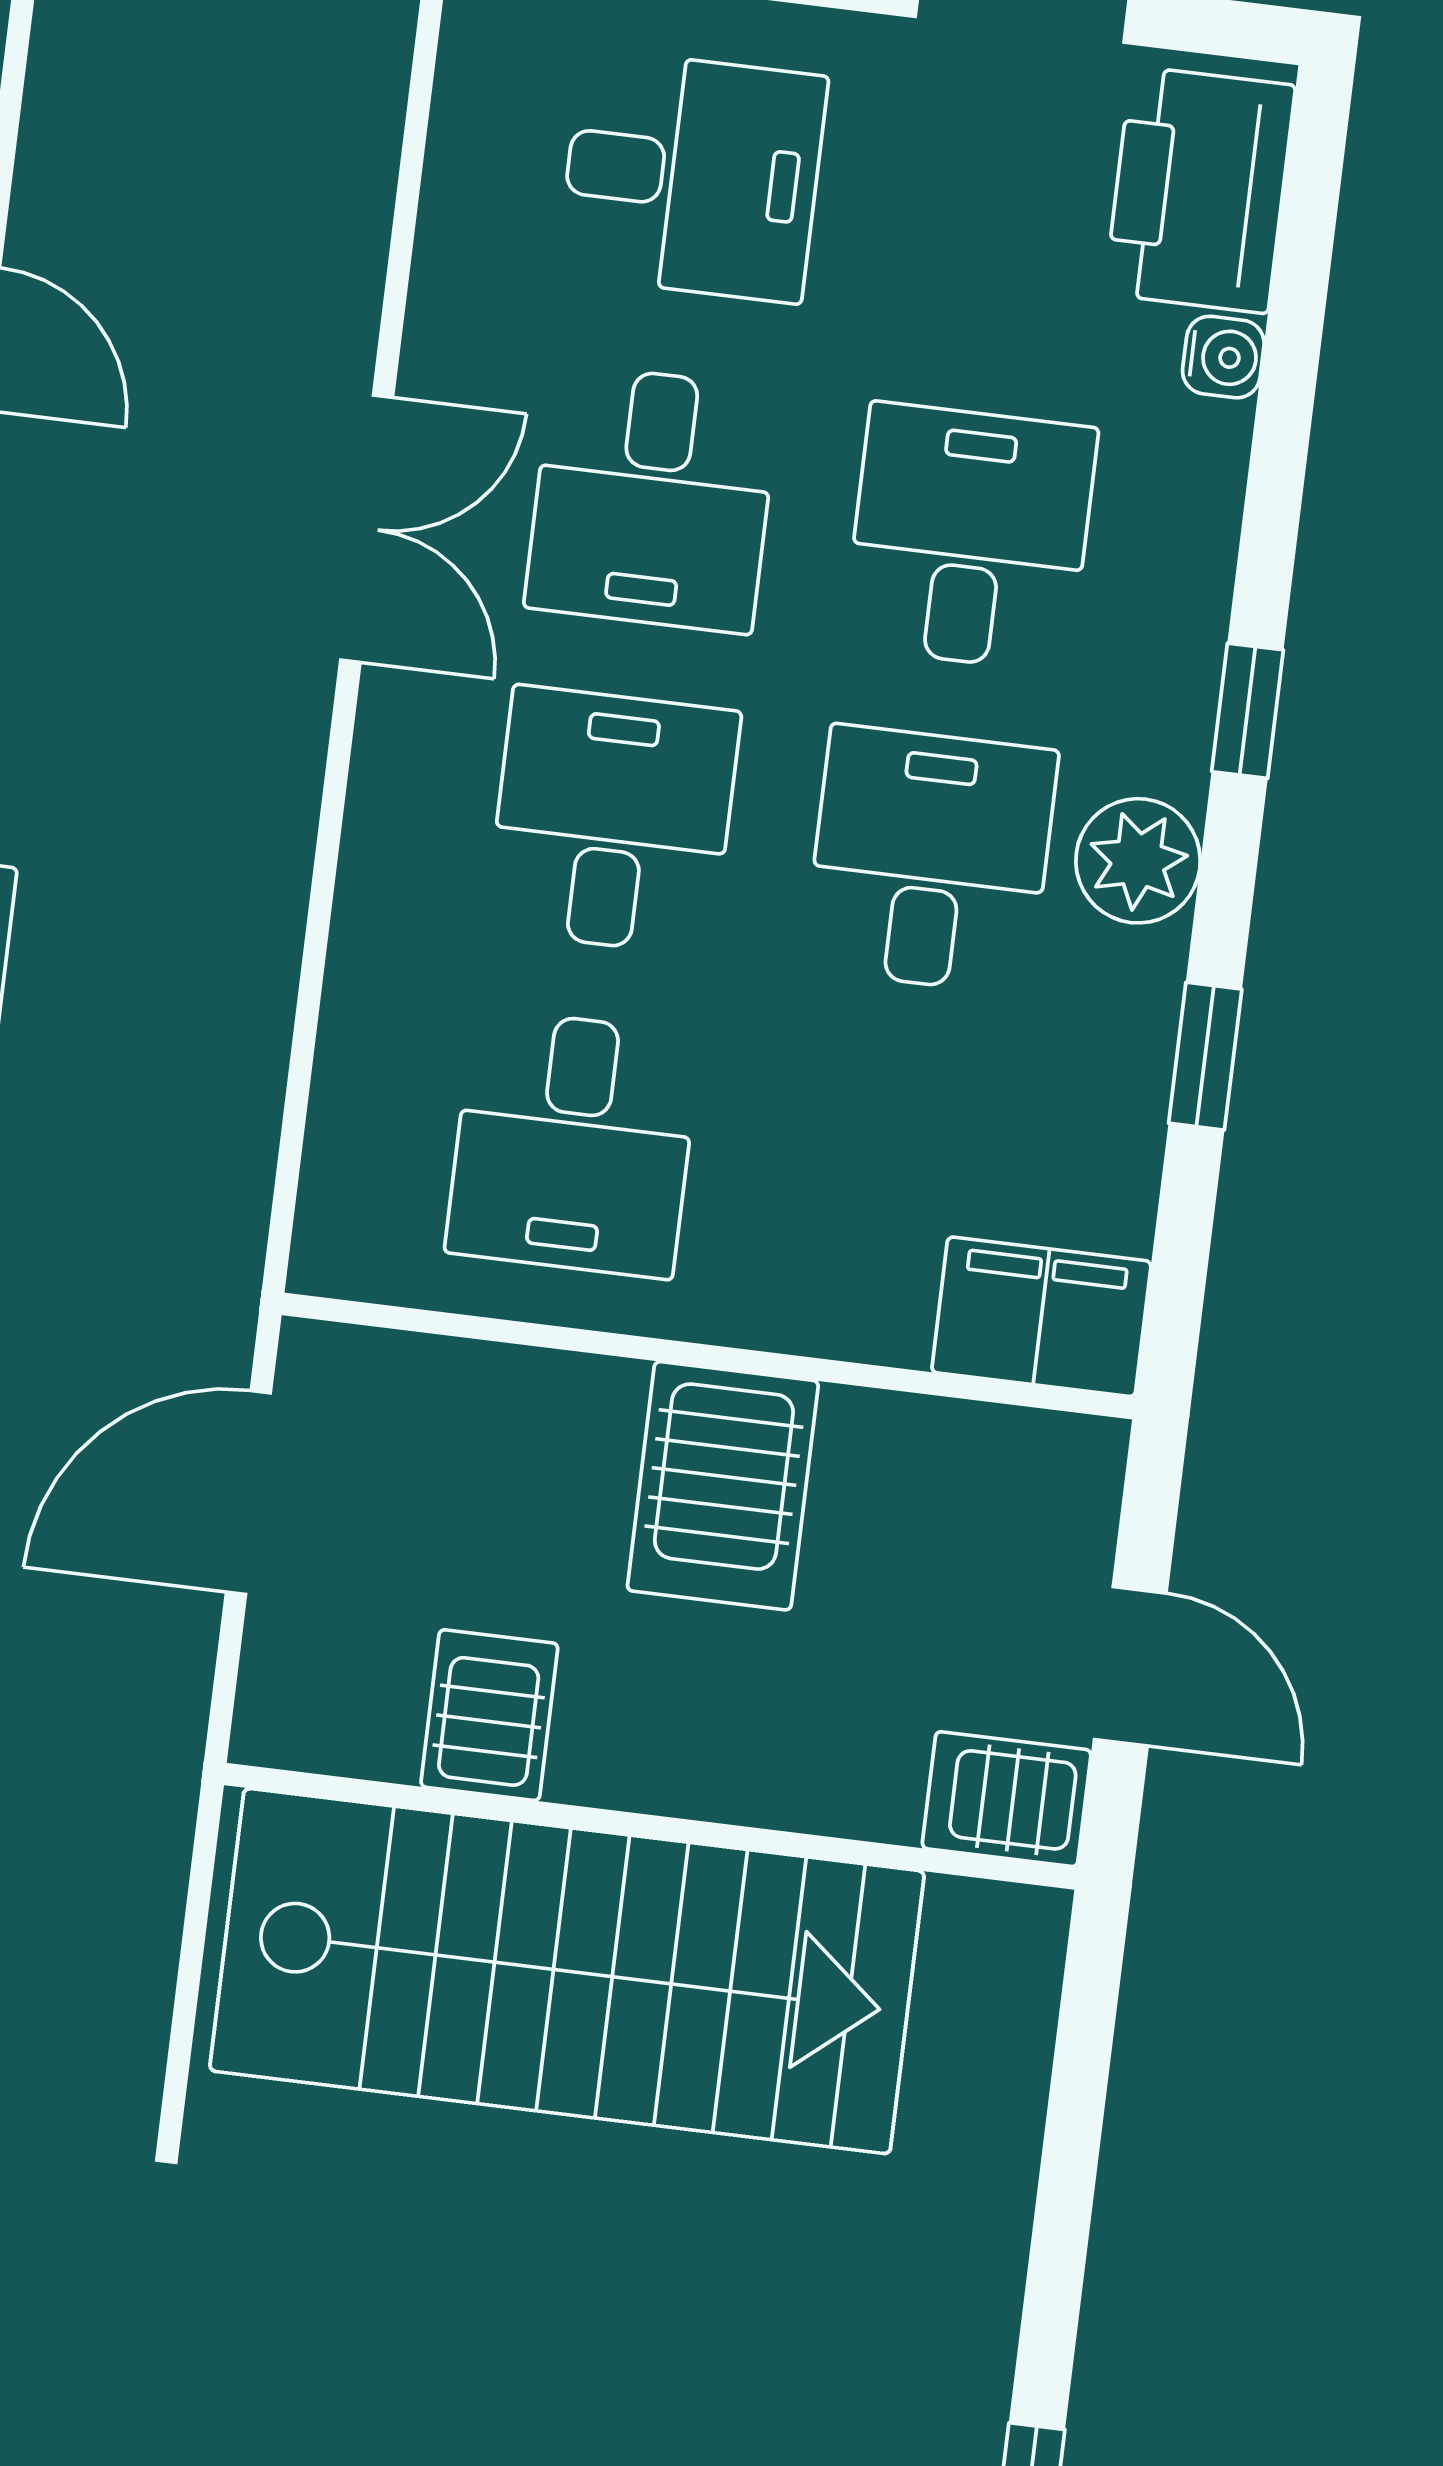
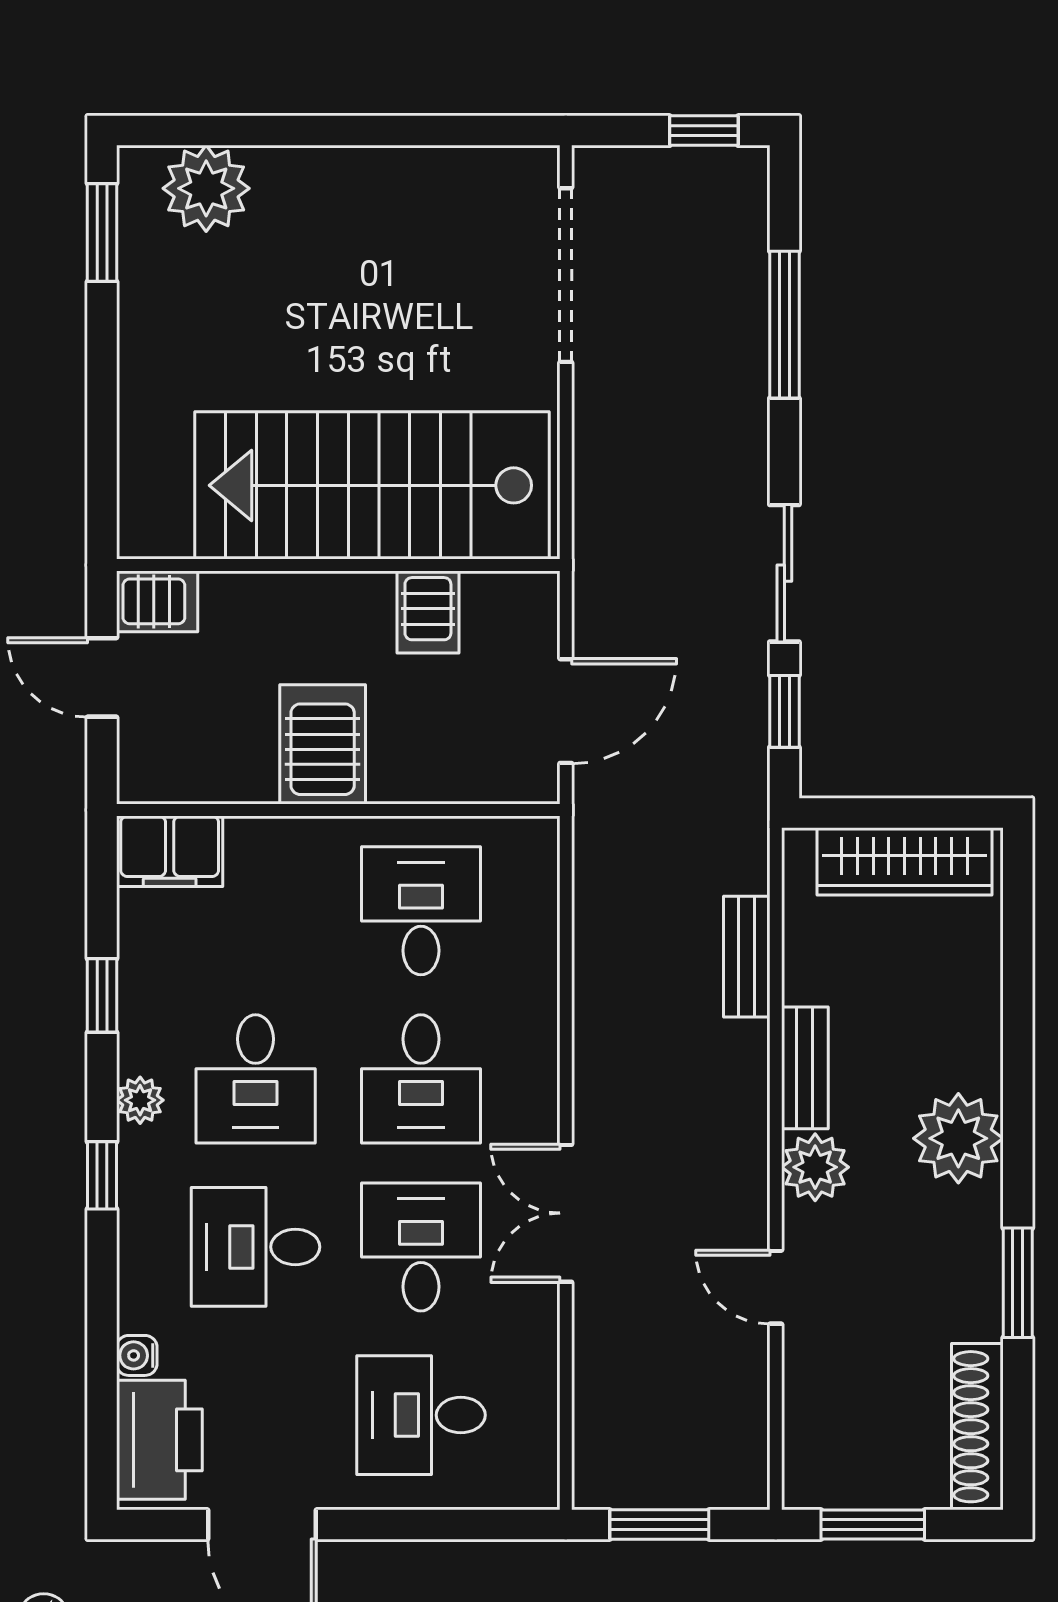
desk: (970, 537) -> (256, 1247), turned 90
plant: (1138, 861) -> (140, 1100), width x0.73, depth x0.73

